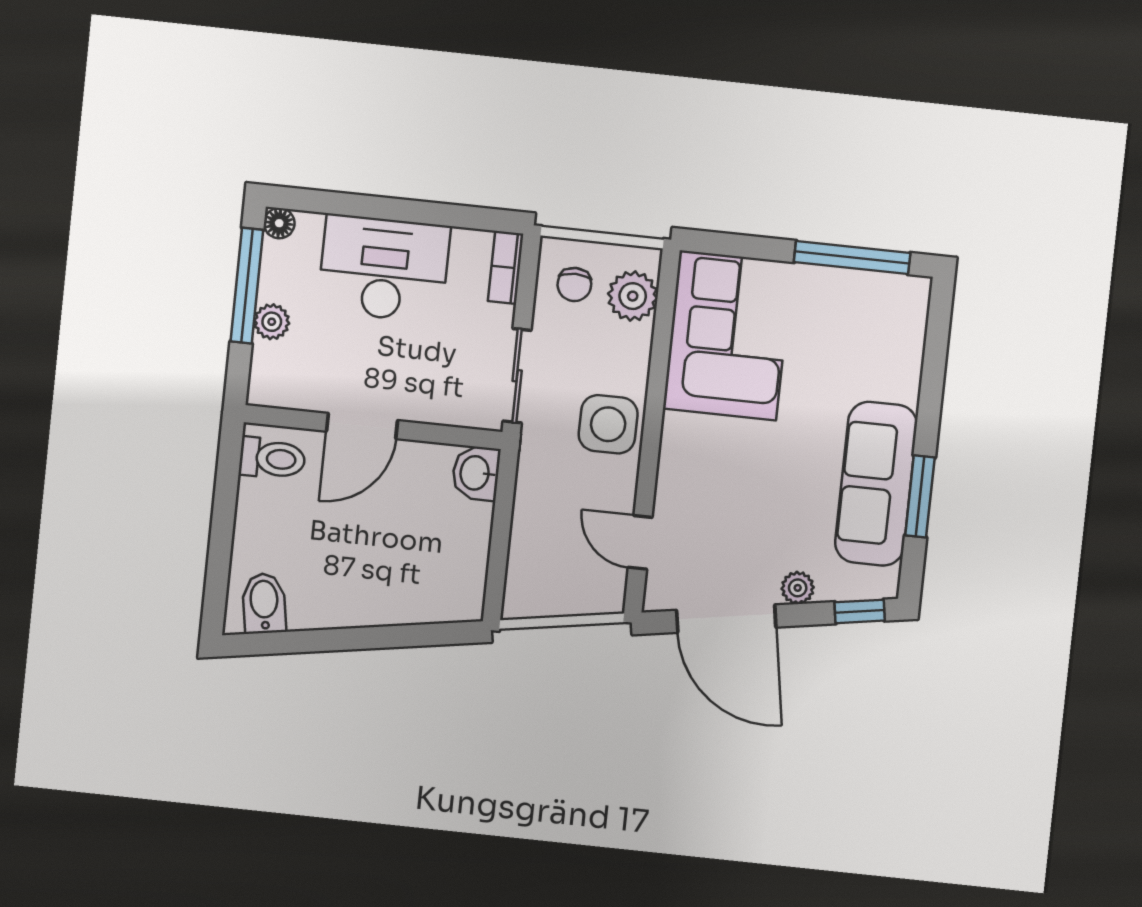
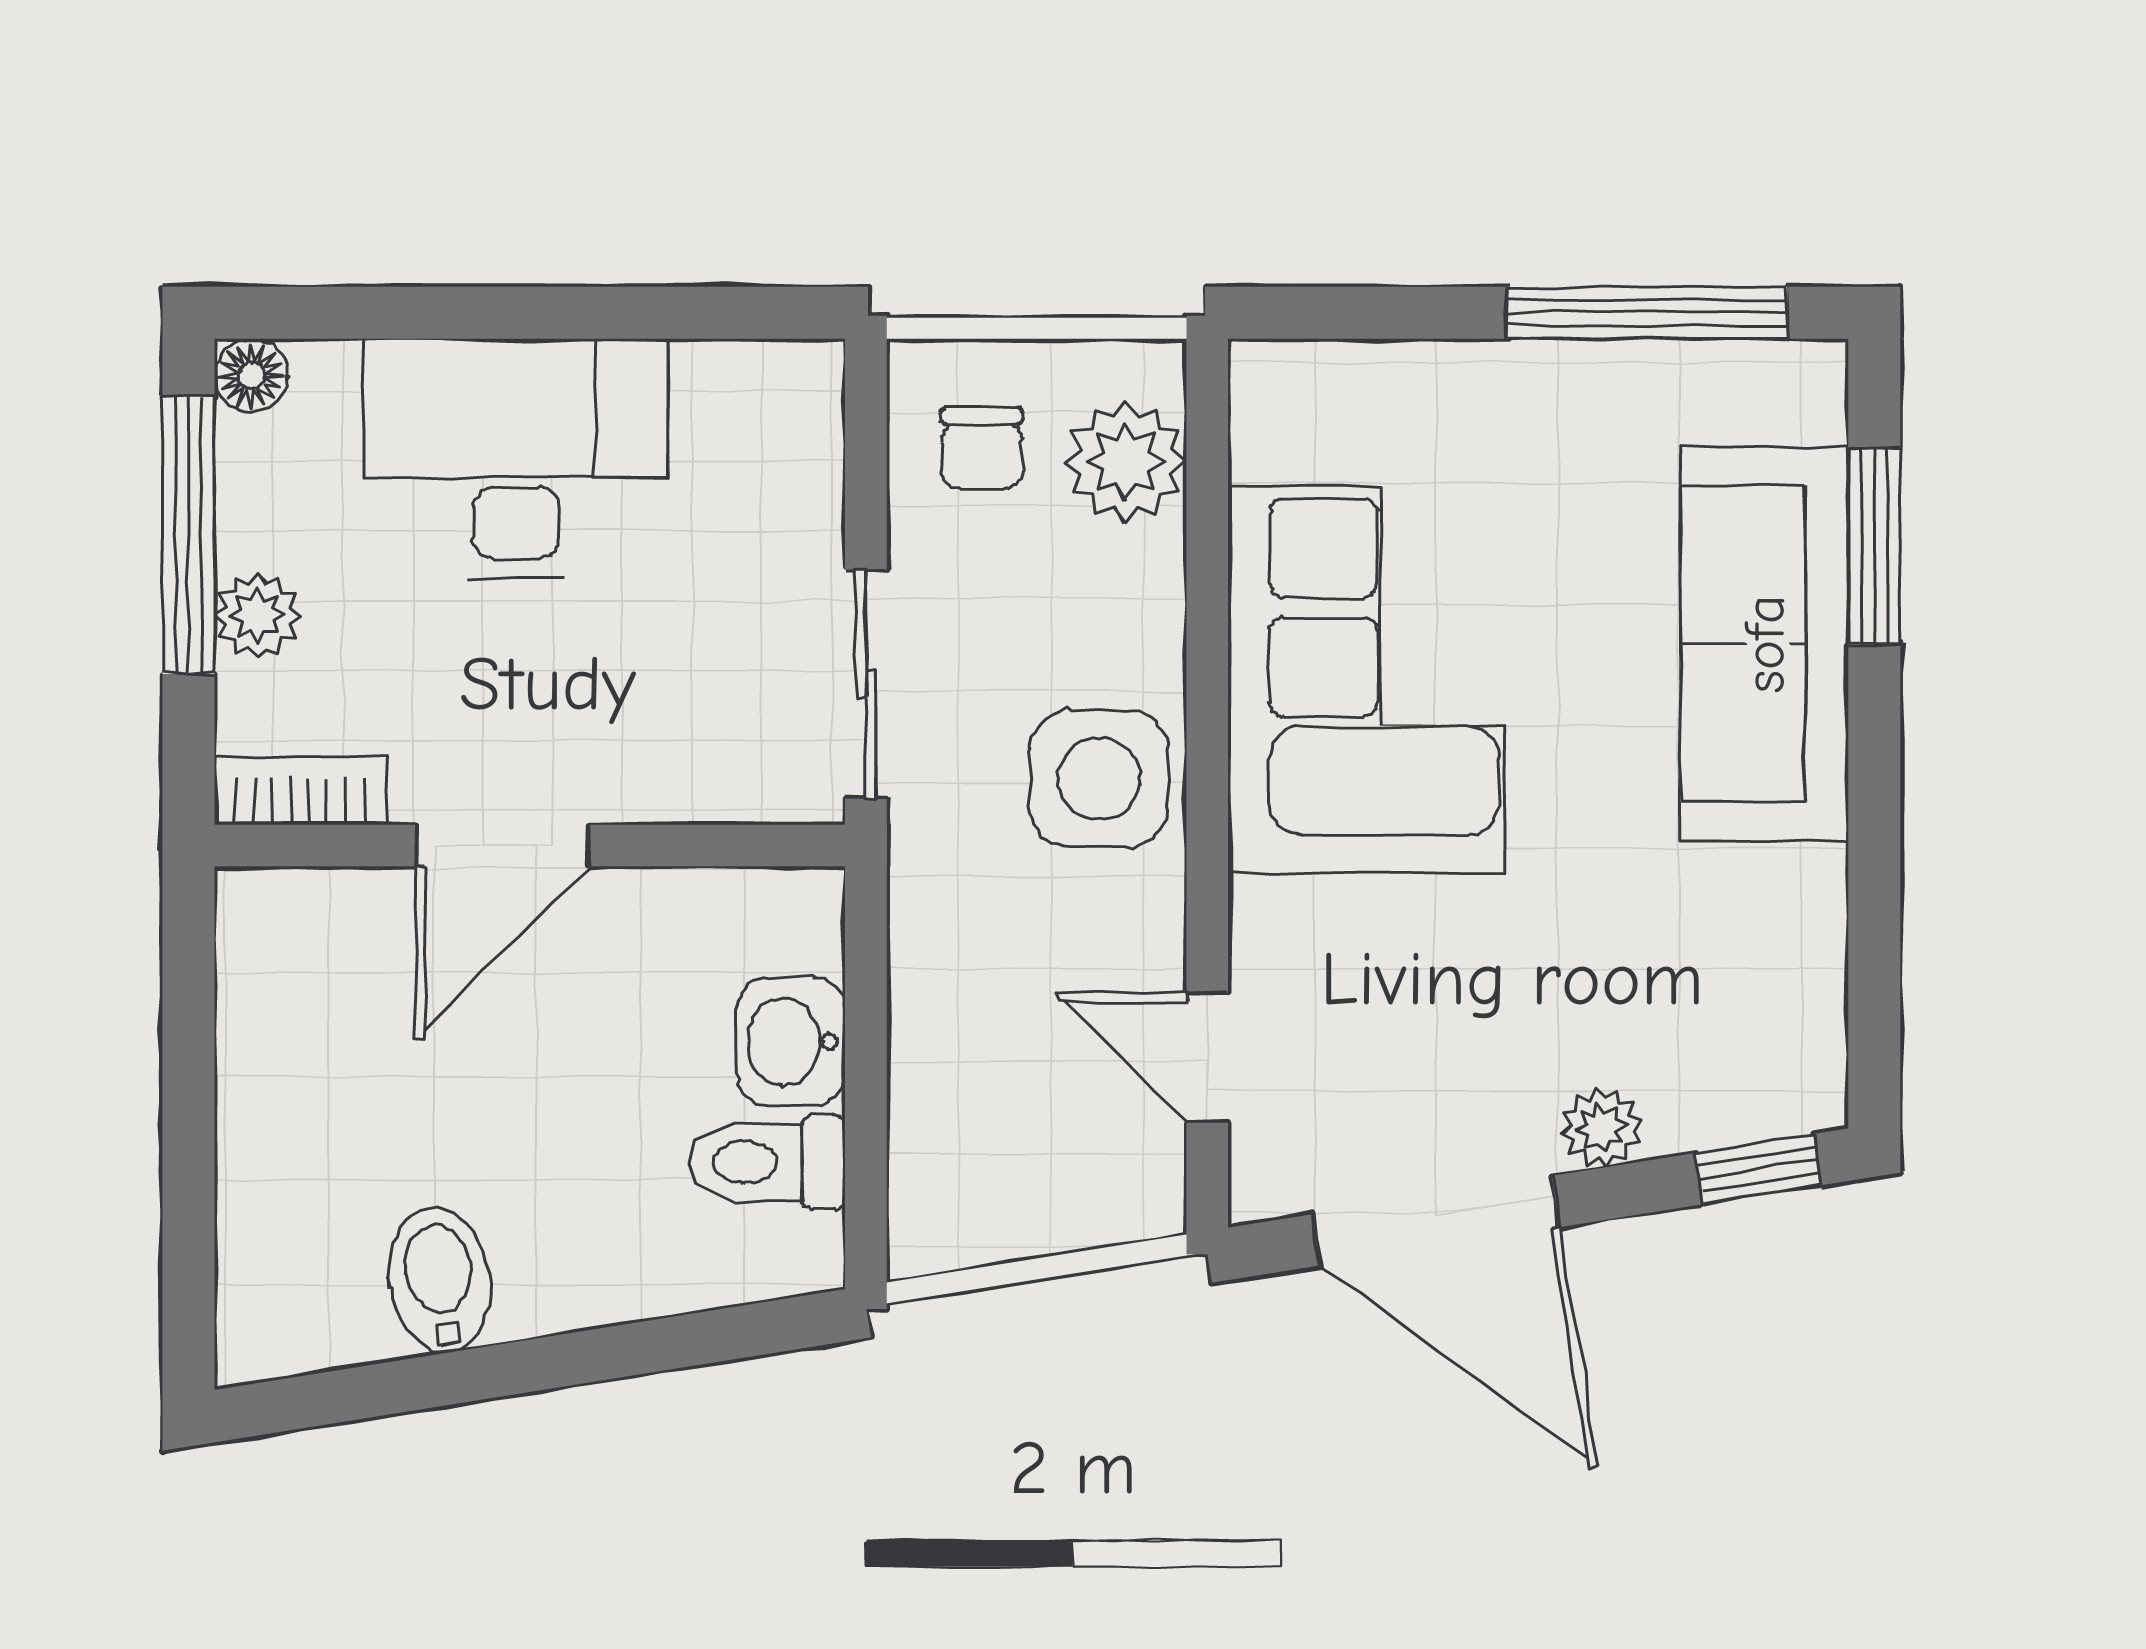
bookcase: (506, 267) -> (300, 790), moved, turned 90
corner sofa: (728, 335) -> (1366, 679), moved
toilet: (272, 458) -> (767, 1162), moved, turned 180
washbasin: (476, 473) -> (791, 1042), moved
sofa: (876, 484) -> (1765, 644), moved
window: (920, 496) -> (1874, 546), moved
bidet: (264, 603) -> (440, 1280), moved

